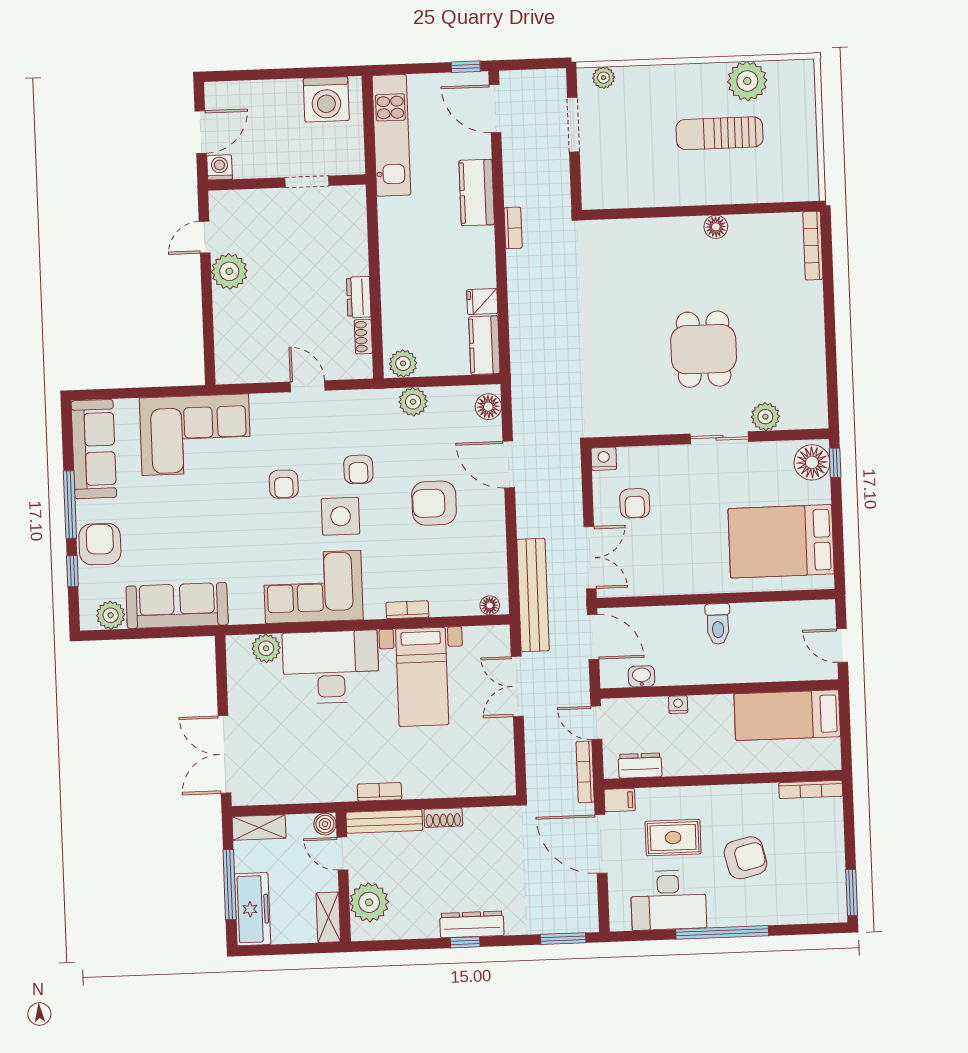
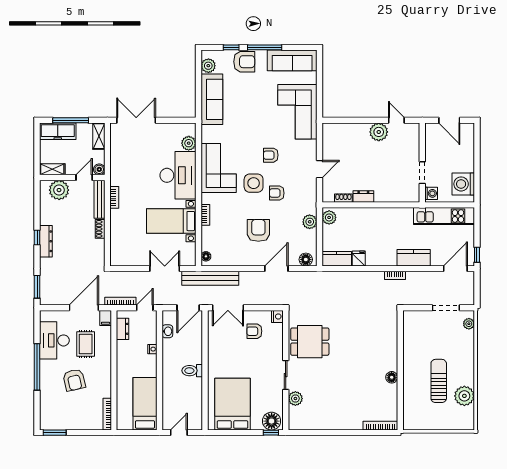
washing machine: (220, 167) -> (431, 193), moved
dining table: (704, 349) -> (310, 342), moved

